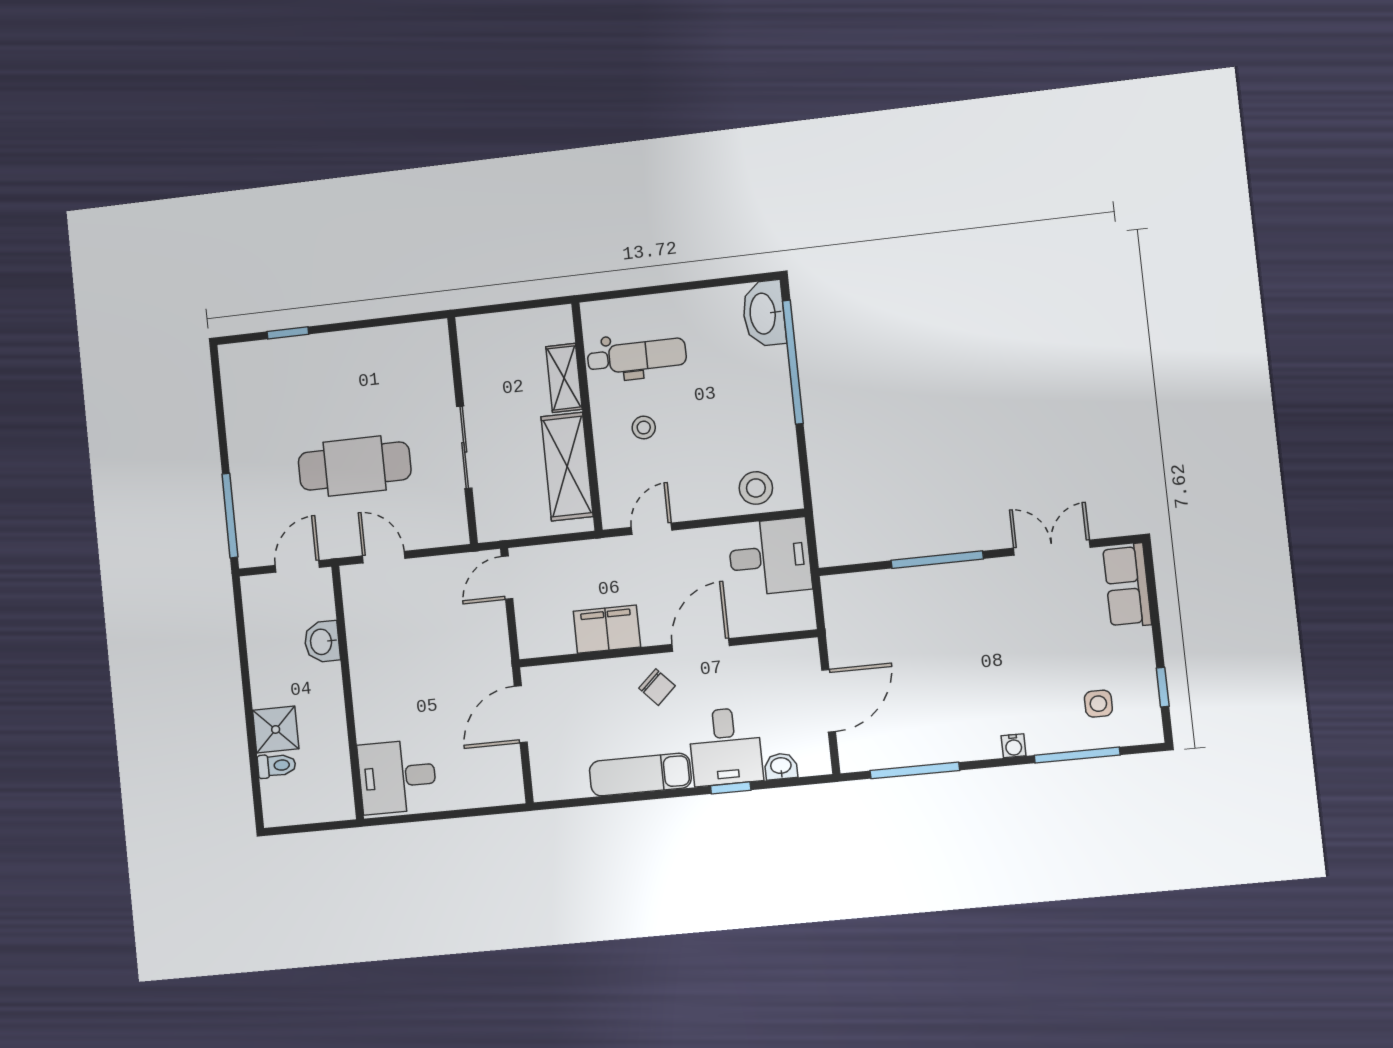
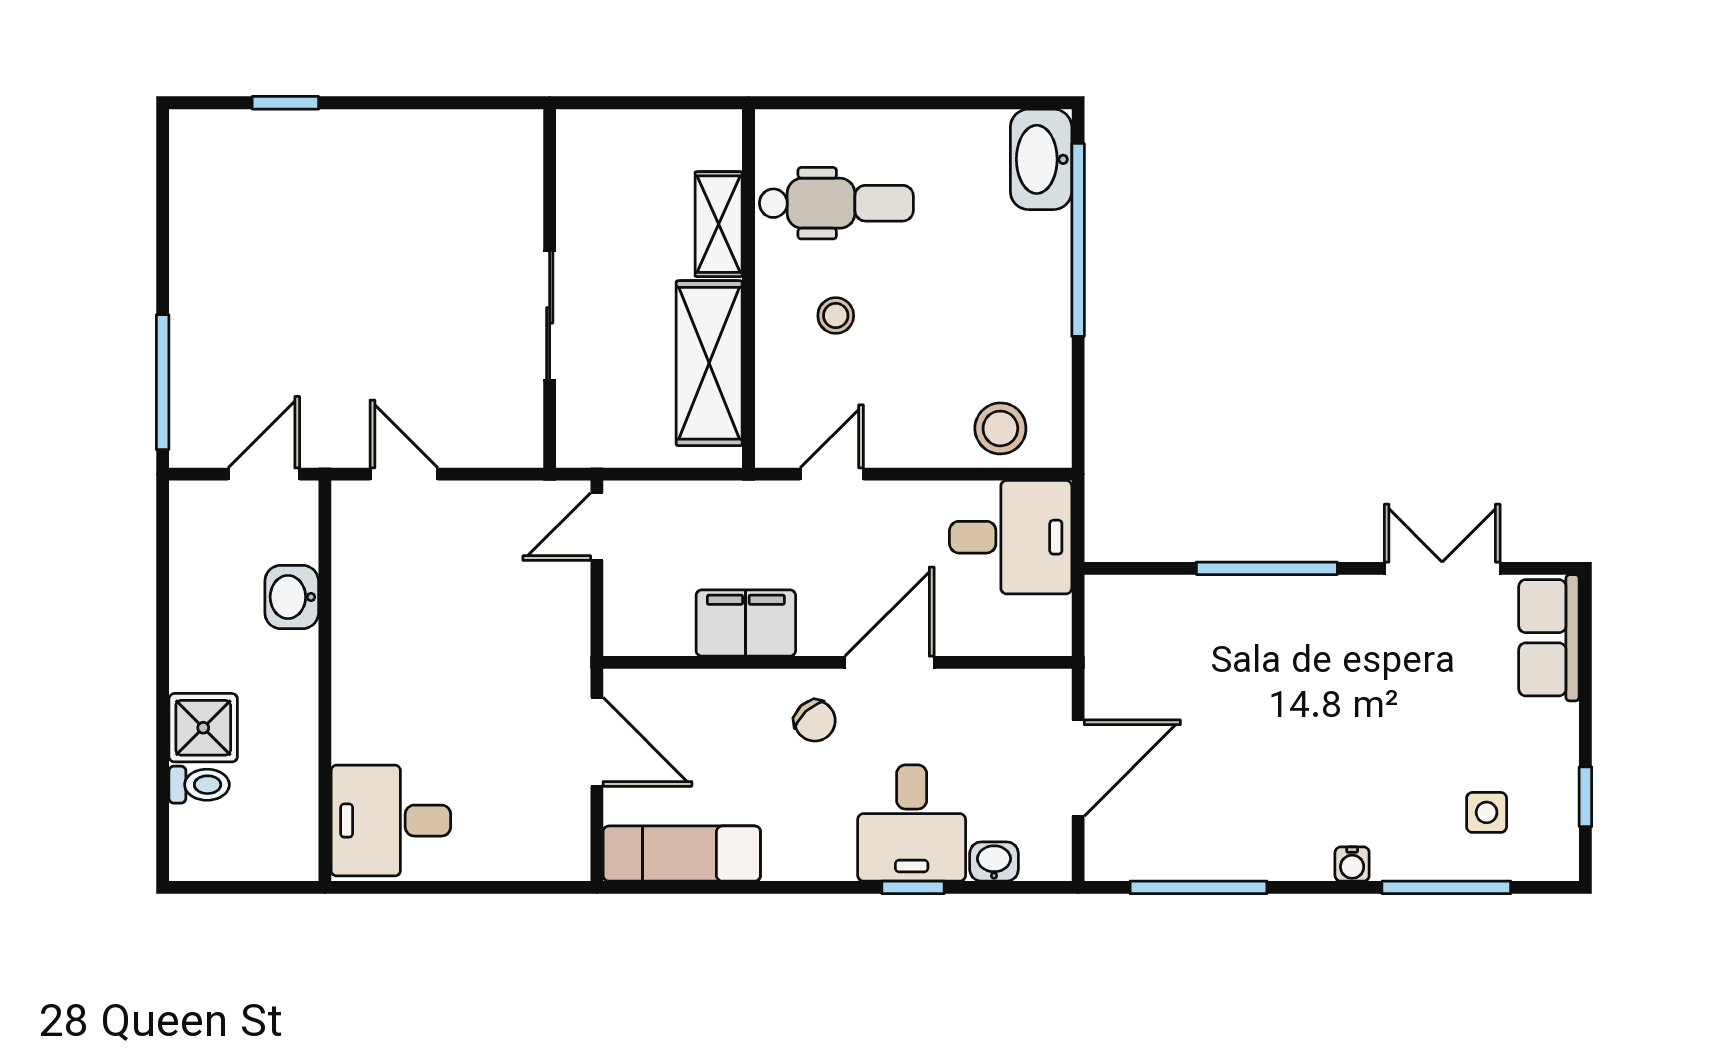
cafe table: (355, 466) -> (372, 326), removed
door: (521, 714) -> (597, 742), swing flipped
exam couch: (640, 775) -> (682, 854), moved

